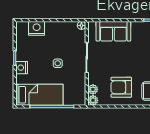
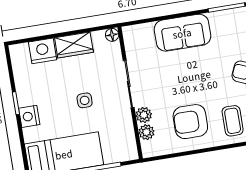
wardrobe: (57, 28) -> (74, 45), added
sofa: (113, 31) -> (182, 33), moved
plant: (93, 100) -> (144, 115), moved

